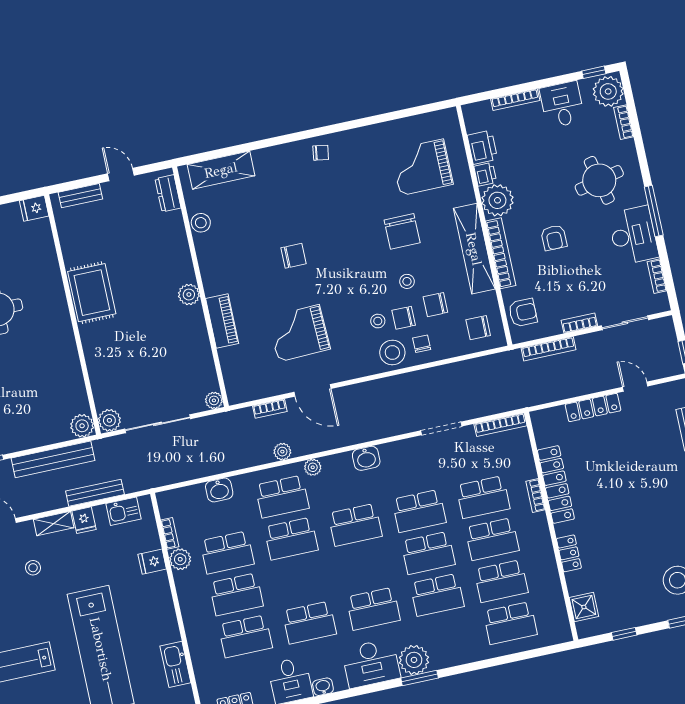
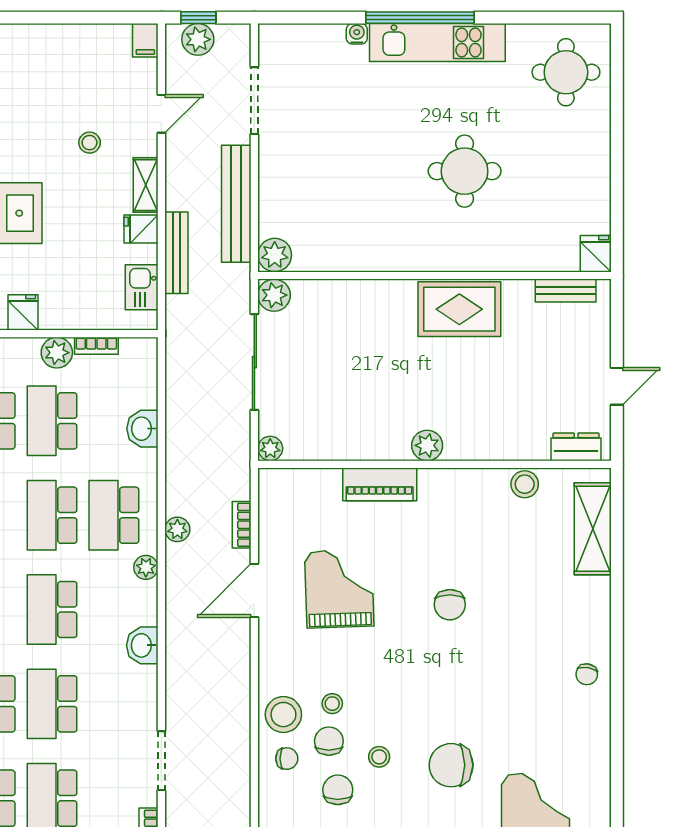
bench: (80, 196) -> (566, 291), moved, turned 90
fridge: (152, 562) -> (23, 312), moved

